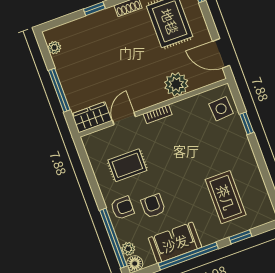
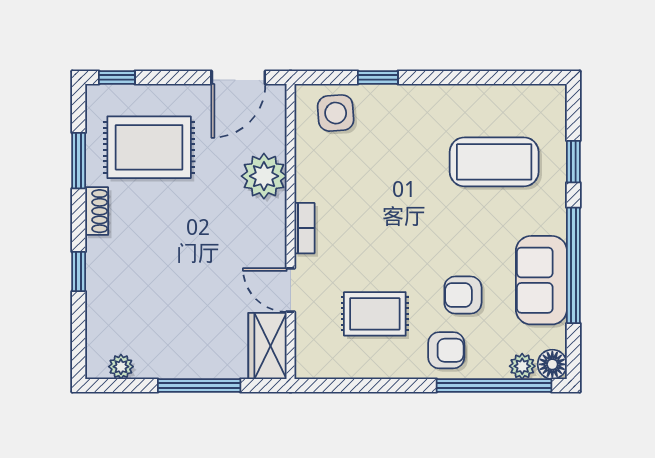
rug: (127, 165) -> (375, 314), turned 90
armchair: (122, 208) -> (446, 350), turned 90

